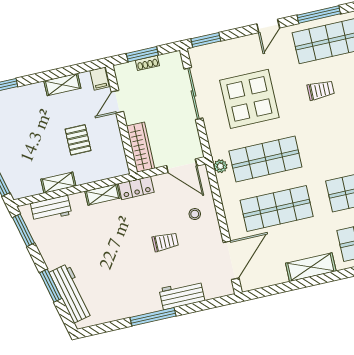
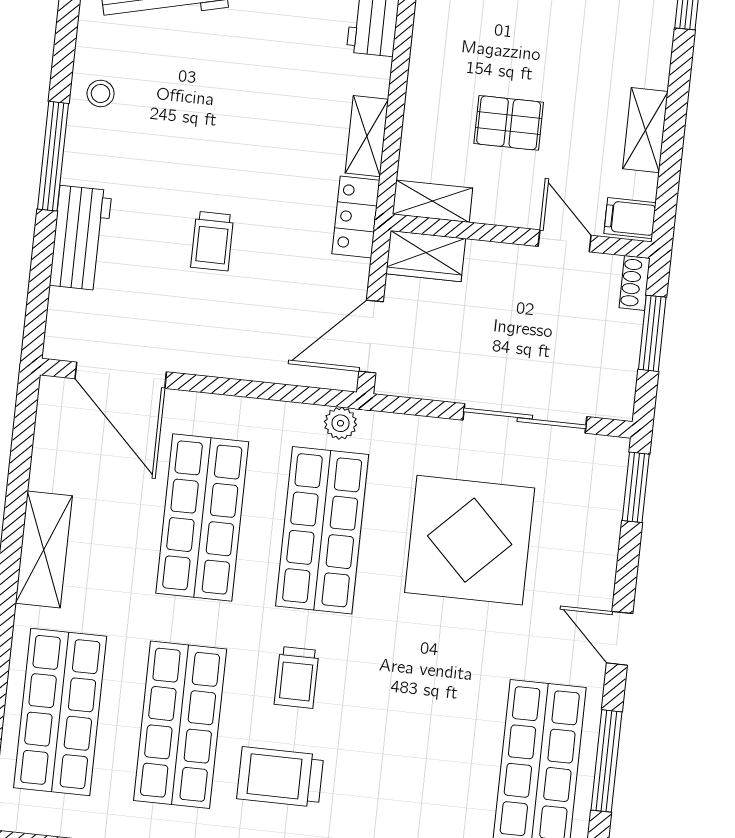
shoe rack: (147, 63) -> (635, 283), moved
trolley: (321, 90) -> (297, 677), moved
wardrobe: (141, 147) -> (426, 256), width x0.67
shelving: (58, 183) -> (432, 201), moved, turned 90
stool: (195, 214) -> (101, 93), moved

